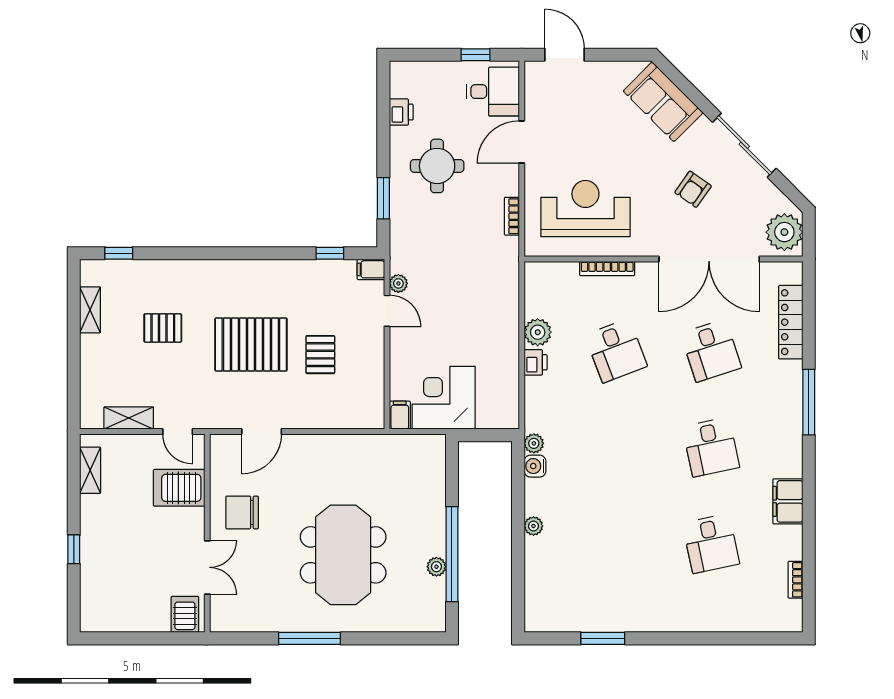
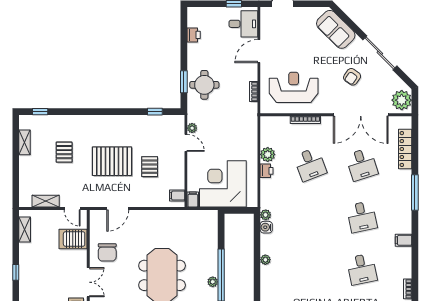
round table: (437, 166) -> (204, 85), moved
filing cabinet: (371, 269) -> (177, 196), moved
pallet: (163, 328) -> (64, 152), turned 90
corner desk: (444, 398) -> (223, 184), width x1.36, depth x1.36
filing cabinet: (788, 501) -> (404, 240), width x0.50
chair: (242, 512) -> (107, 252), turned -90

